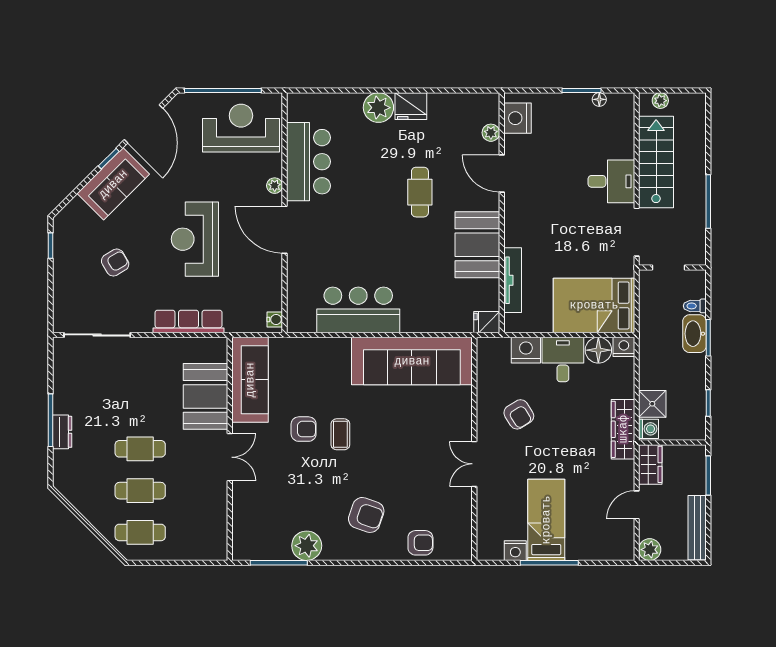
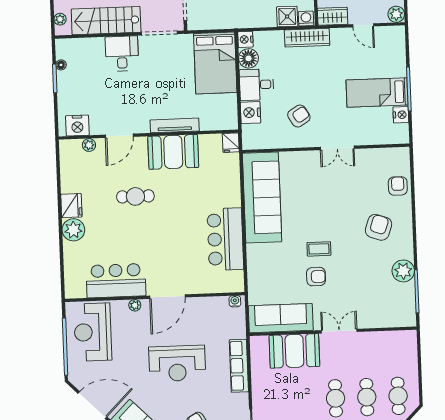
tv unit: (513, 280) -> (175, 125), moved
armchair: (304, 429) -> (316, 277), turned 90

